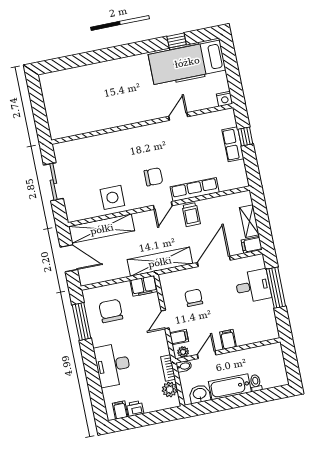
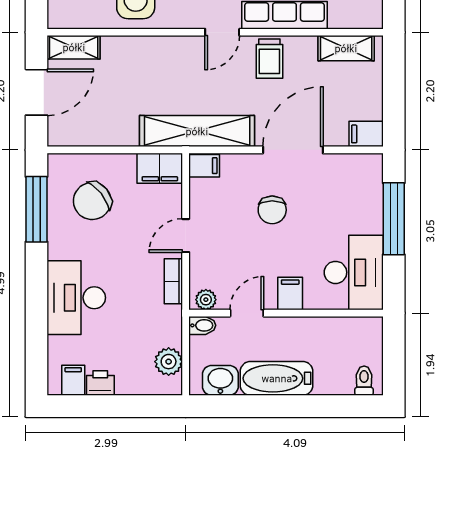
shelving: (249, 221) -> (346, 48), moved, turned 90
shelving: (102, 229) -> (74, 47), width x0.45, depth x0.75
door: (69, 258) -> (36, 92), hinge flipped
desk: (253, 286) -> (354, 272), moved, width x1.37
chair: (194, 298) -> (272, 210), moved, turned 180
chair: (111, 311) -> (92, 201), turned -129
filing cabinet: (179, 337) -> (204, 166), moved
bookcase: (168, 368) -> (173, 281), moved
toilet: (256, 383) -> (364, 381), moved

